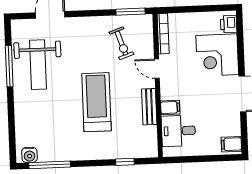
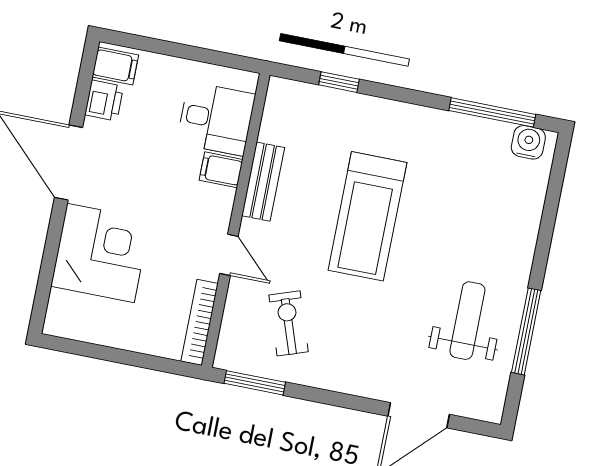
printer: (229, 24) -> (104, 101), moved
weight bench: (38, 65) -> (467, 321), width x0.73, depth x0.75

